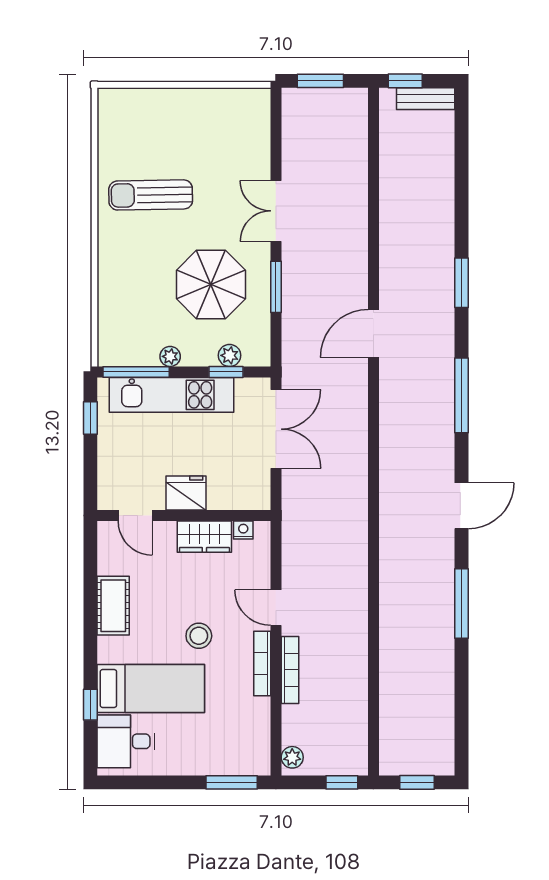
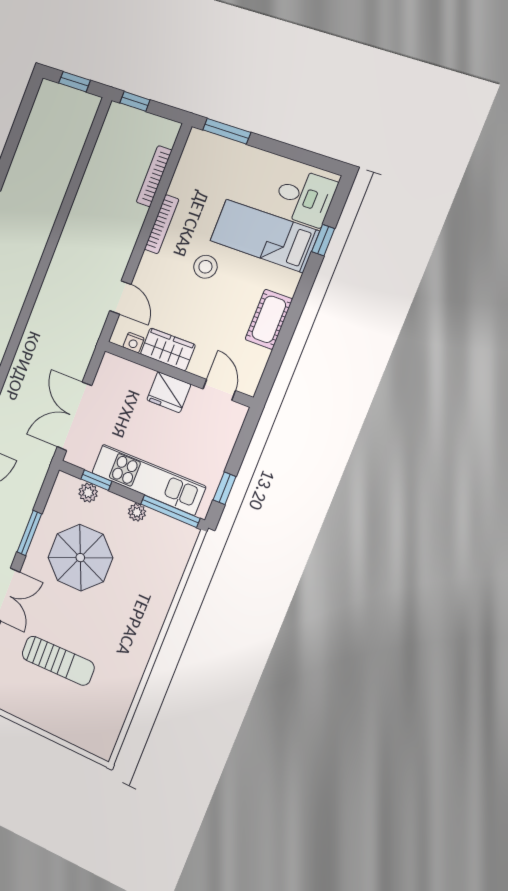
sun lounger: (151, 195) -> (58, 661), moved
door: (276, 608) -> (120, 297), moved
bookcase: (290, 670) -> (154, 176), moved
plant: (292, 757) -> (168, 136), removed

